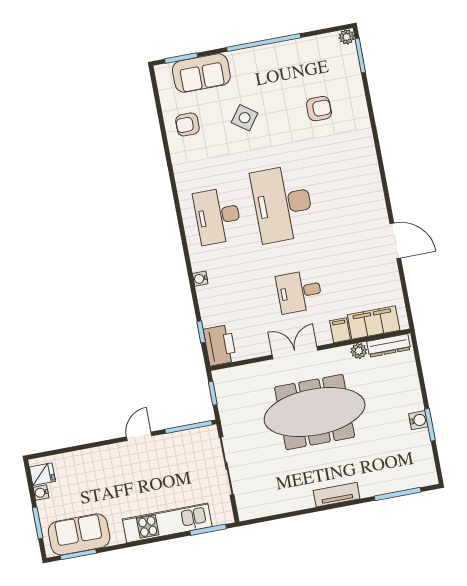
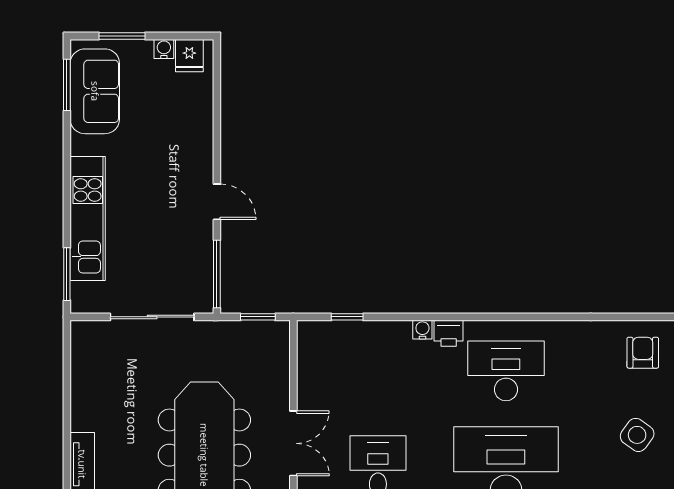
printer: (220, 345) -> (449, 333), moved, width x0.53, depth x0.68

